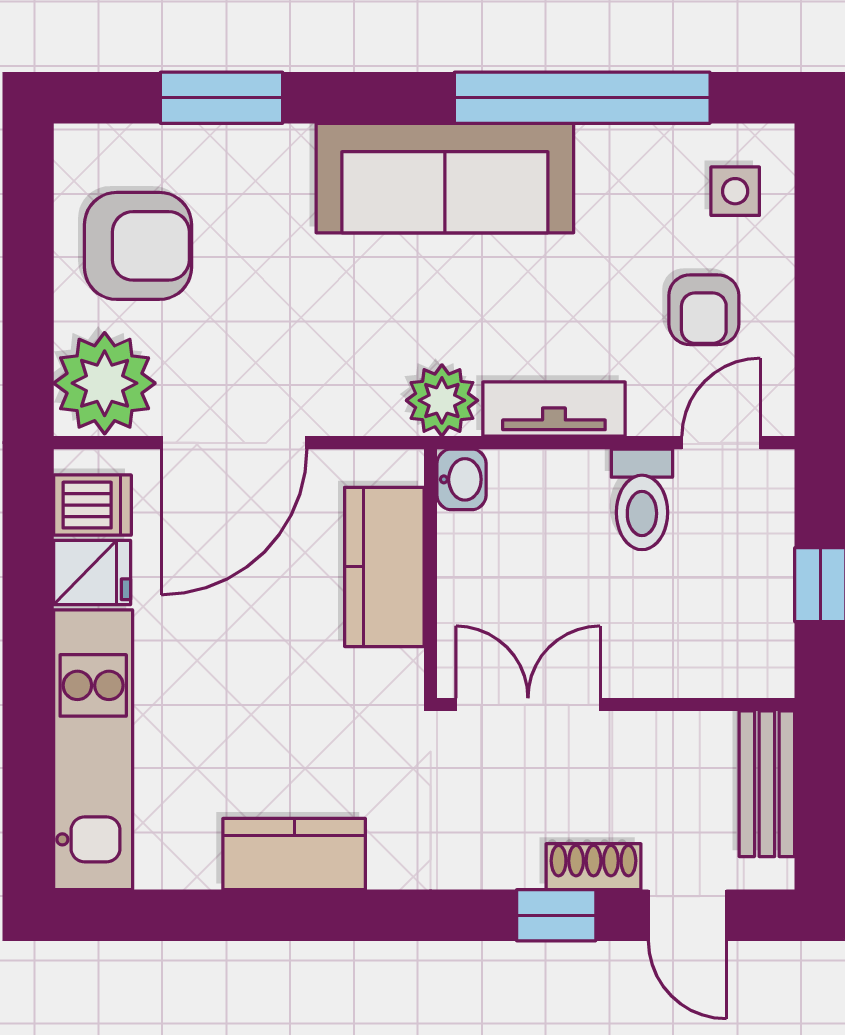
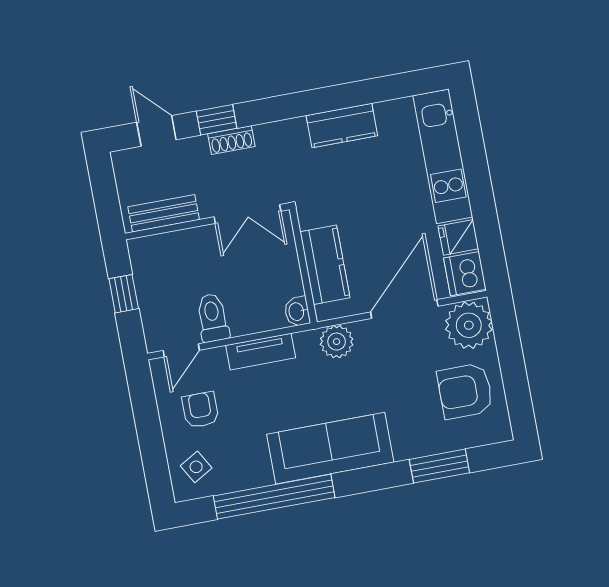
side table: (735, 191) -> (196, 467), turned -30
plant: (442, 400) -> (337, 342), moved
dishwasher: (93, 505) -> (465, 274), width x1.38
bench: (767, 784) -> (164, 213), moved, turned 90
shoe rack: (594, 867) -> (231, 140), moved

